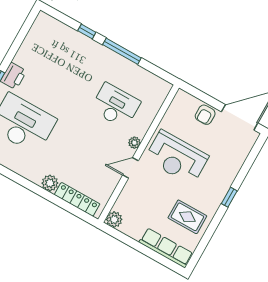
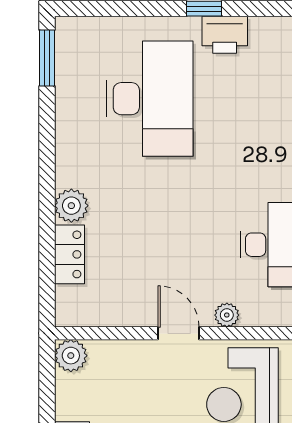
locker: (77, 199) -> (69, 254), width x0.66

